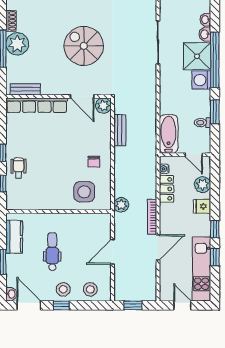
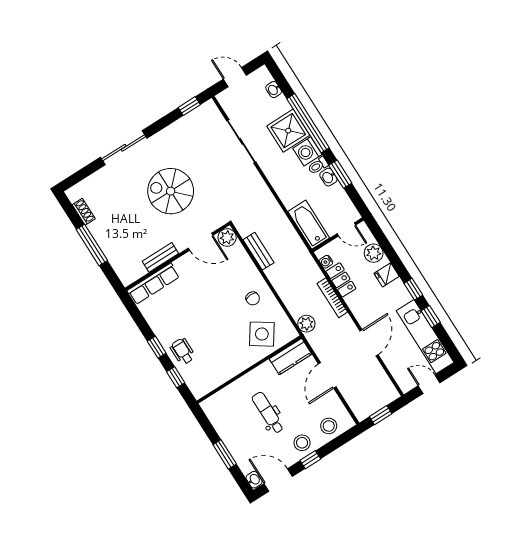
washbasin: (205, 34) -> (328, 177), moved
plant: (17, 44) -> (104, 230), removed
bench: (25, 89) -> (160, 257), moved
row of seats: (37, 105) -> (153, 284), width x0.73
toilet: (202, 123) -> (318, 166), moved
side table: (84, 192) -> (262, 334), turned 34
bookcase: (152, 217) -> (332, 298), moved
kitchen counter: (14, 237) -> (290, 356), moved, turned 90

